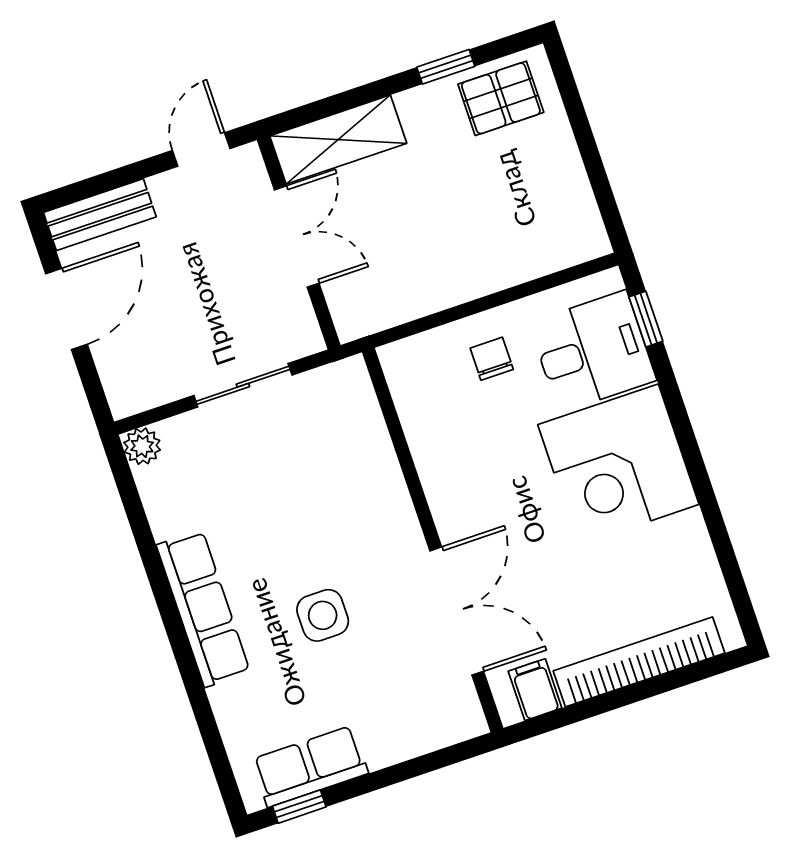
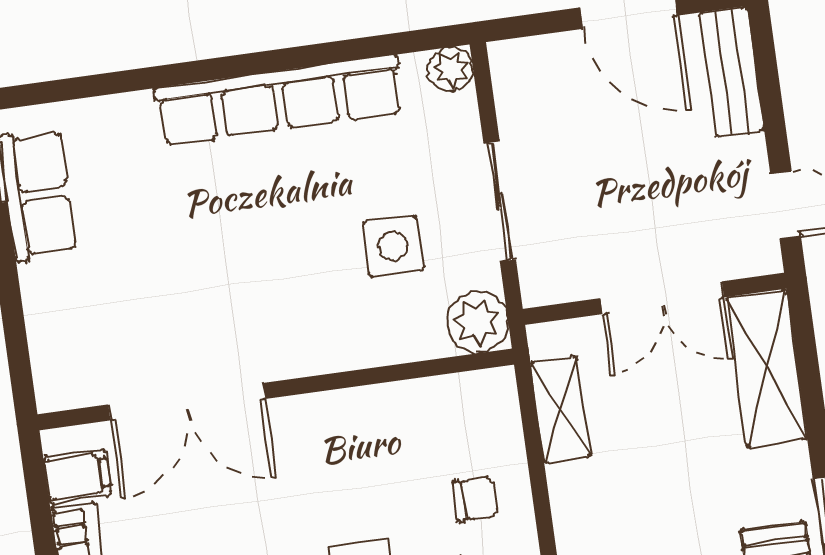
shelving: (405, 303) -> (560, 410), added
plant: (346, 385) -> (477, 322), added
row of seats: (203, 609) -> (279, 100), width x1.36
side table: (323, 615) -> (393, 246), moved

